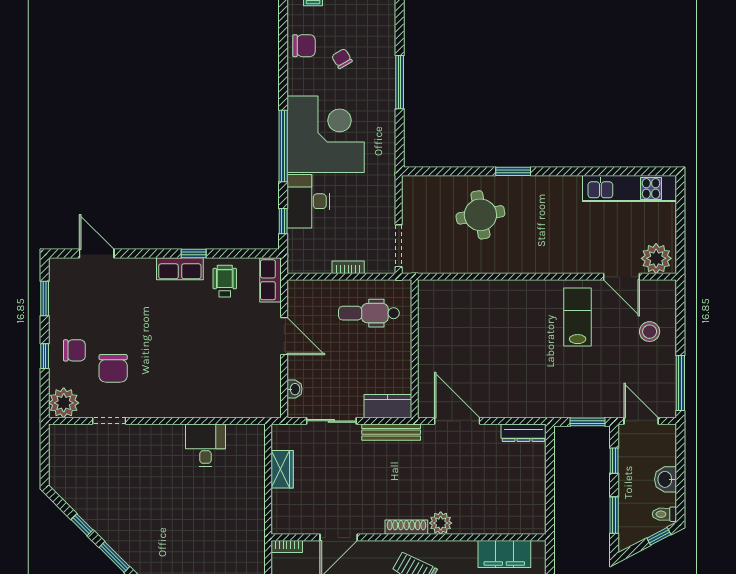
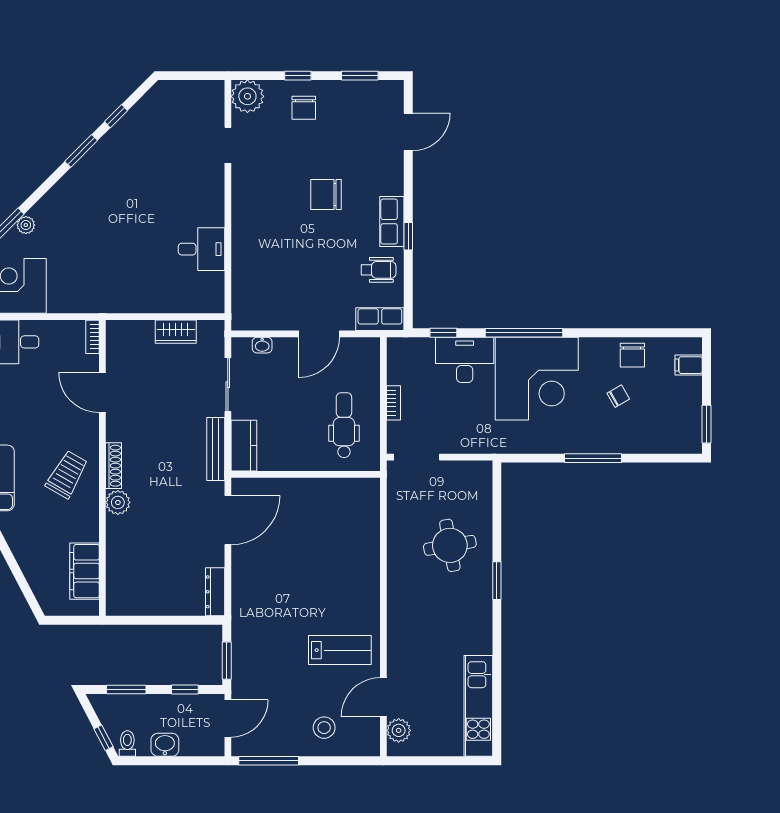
plant: (656, 258) -> (399, 730), width x0.73, depth x0.73
chair: (113, 368) -> (326, 194), moved

